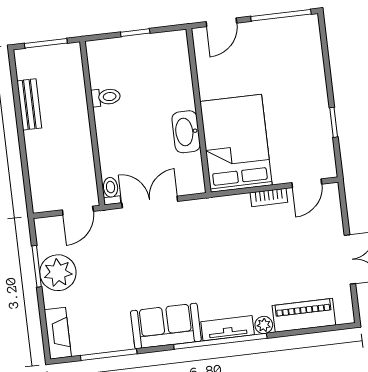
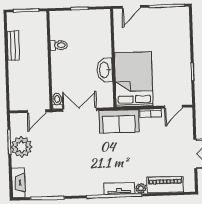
sofa: (166, 326) -> (119, 121), moved, turned 180

